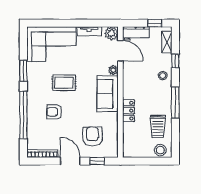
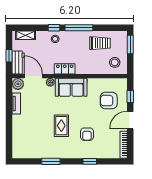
window: (155, 23) -> (9, 56), moved
corner sofa: (51, 44) -> (28, 137), removed
door: (120, 51) -> (33, 76), hinge flipped
window: (175, 61) -> (54, 28), moved
locker: (129, 111) -> (65, 69), moved
window: (23, 115) -> (90, 161), width x0.32
stool: (160, 150) -> (115, 62), moved
window: (156, 161) -> (130, 45), added

